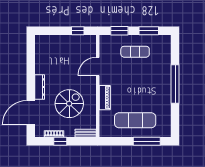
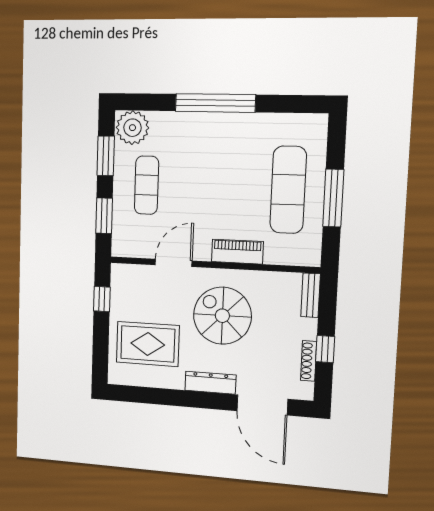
plant: (163, 44) -> (132, 128), added
rug: (57, 55) -> (148, 344), added
door: (98, 67) -> (174, 263), swing flipped
spiral stairs: (69, 104) -> (222, 316), moved
window: (147, 141) -> (333, 198), moved

